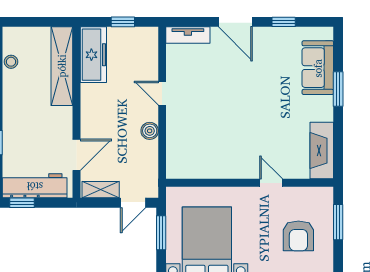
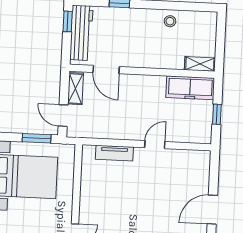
tv unit: (188, 35) -> (114, 153), moved, turned -90
stool: (11, 62) -> (170, 21), moved
shelving: (62, 66) -> (200, 64), width x0.45, depth x0.75
boiler: (150, 131) -> (123, 133), removed

